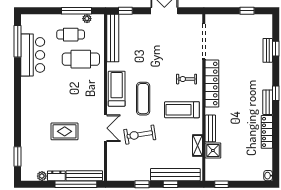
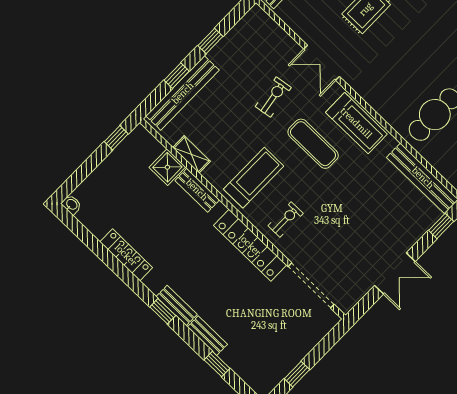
bench: (268, 50) -> (207, 336), moved
bench: (268, 102) -> (177, 305), moved
exercise bike: (140, 135) -> (273, 97), width x0.73, depth x0.72

